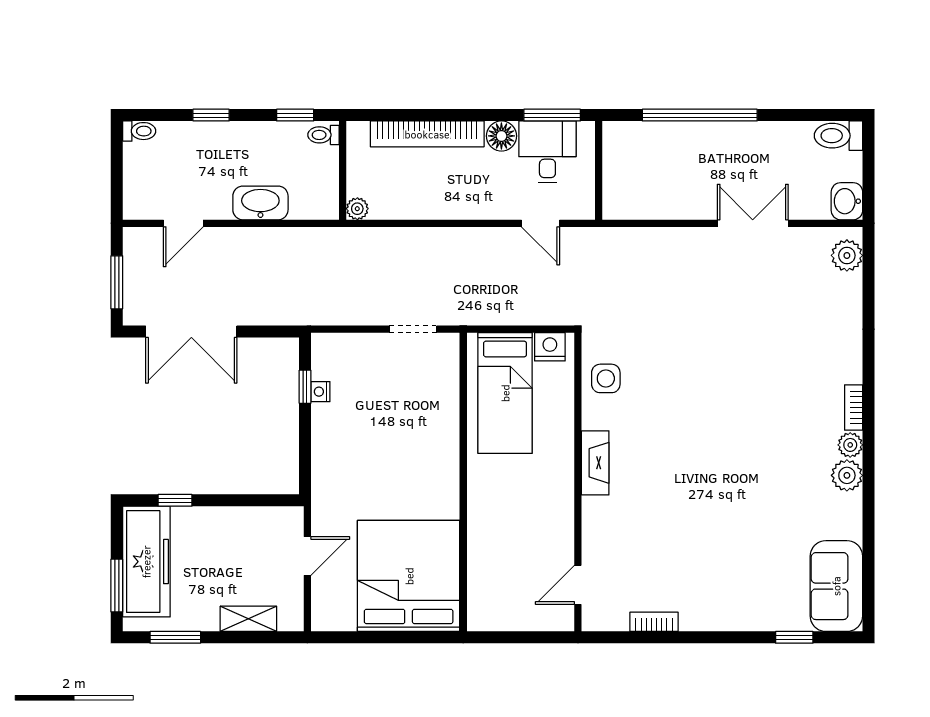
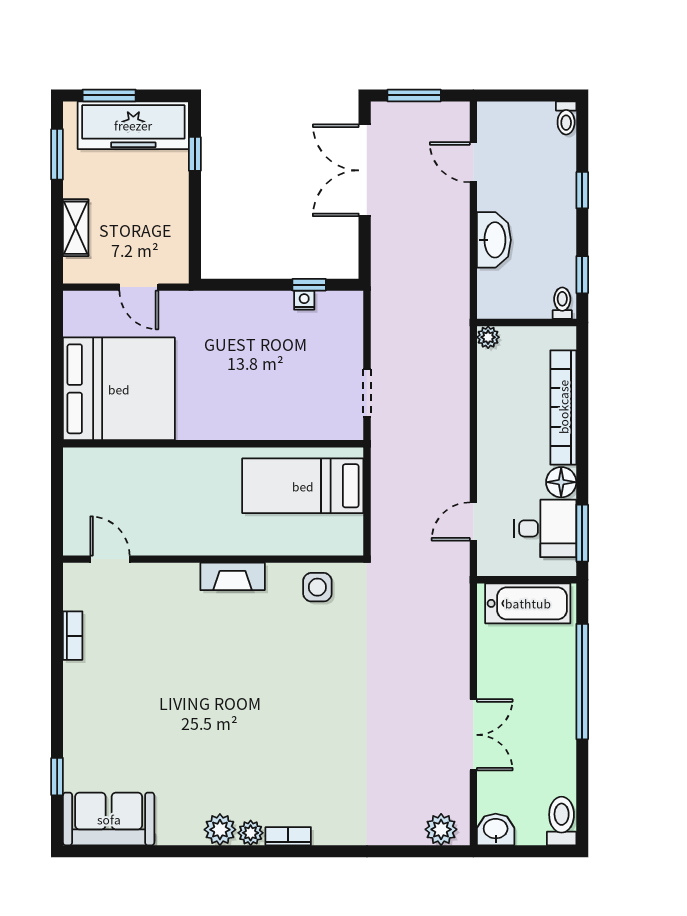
bathtub: (622, 169) -> (528, 603), added
nightstand: (550, 347) -> (349, 531), removed

